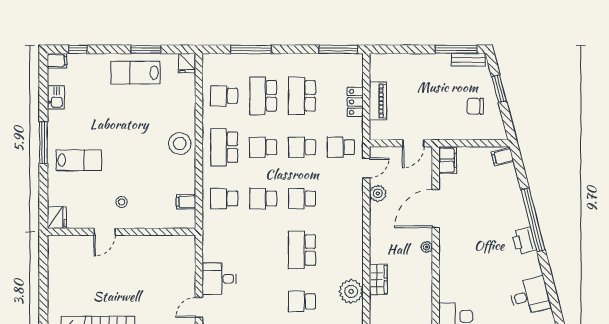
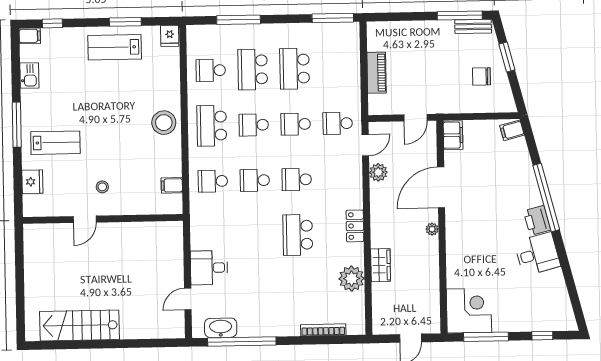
locker: (355, 102) -> (355, 226), moved
fridge: (57, 218) -> (32, 182), moved
desk: (530, 296) -> (537, 254), moved
school desk: (302, 301) -> (299, 290), removed

